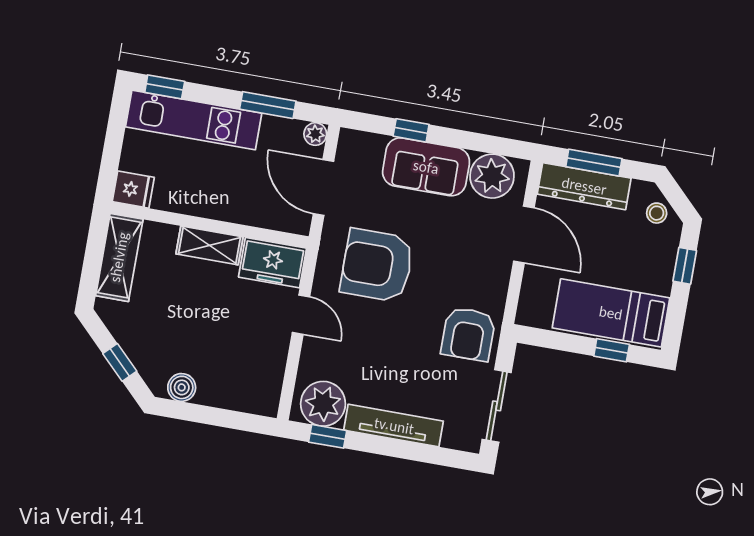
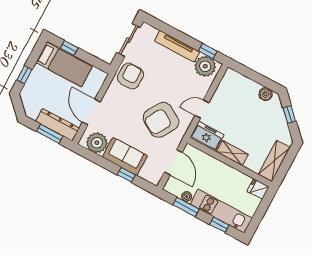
window: (165, 87) -> (219, 225), moved
plant: (315, 134) -> (187, 197), moved
stool: (657, 213) -> (29, 102), removed
armchair: (377, 265) -> (161, 120), turned 121
door: (301, 315) -> (202, 109), hinge flipped

